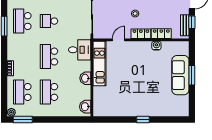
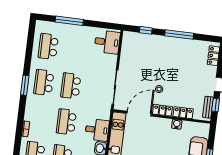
school desk: (49, 21) -> (71, 86), width x1.85
door: (119, 40) -> (139, 114), width x1.87
desk: (80, 50) -> (97, 130), moved

